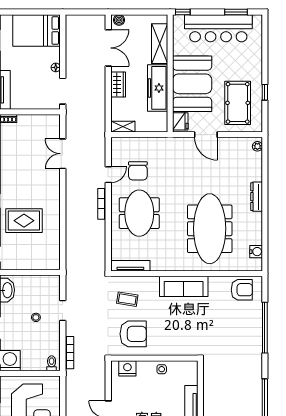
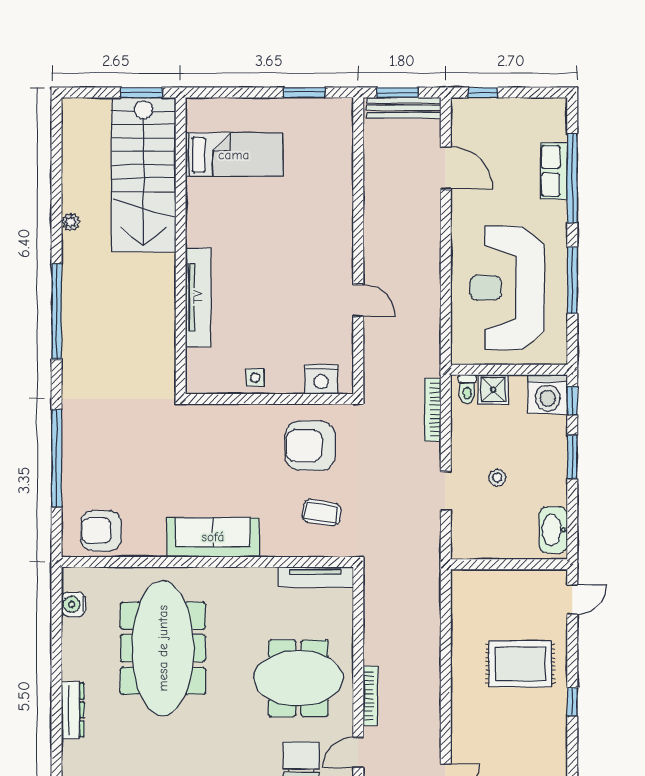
meeting table: (139, 213) -> (298, 678), turned 90
shower: (38, 363) -> (493, 390), added

